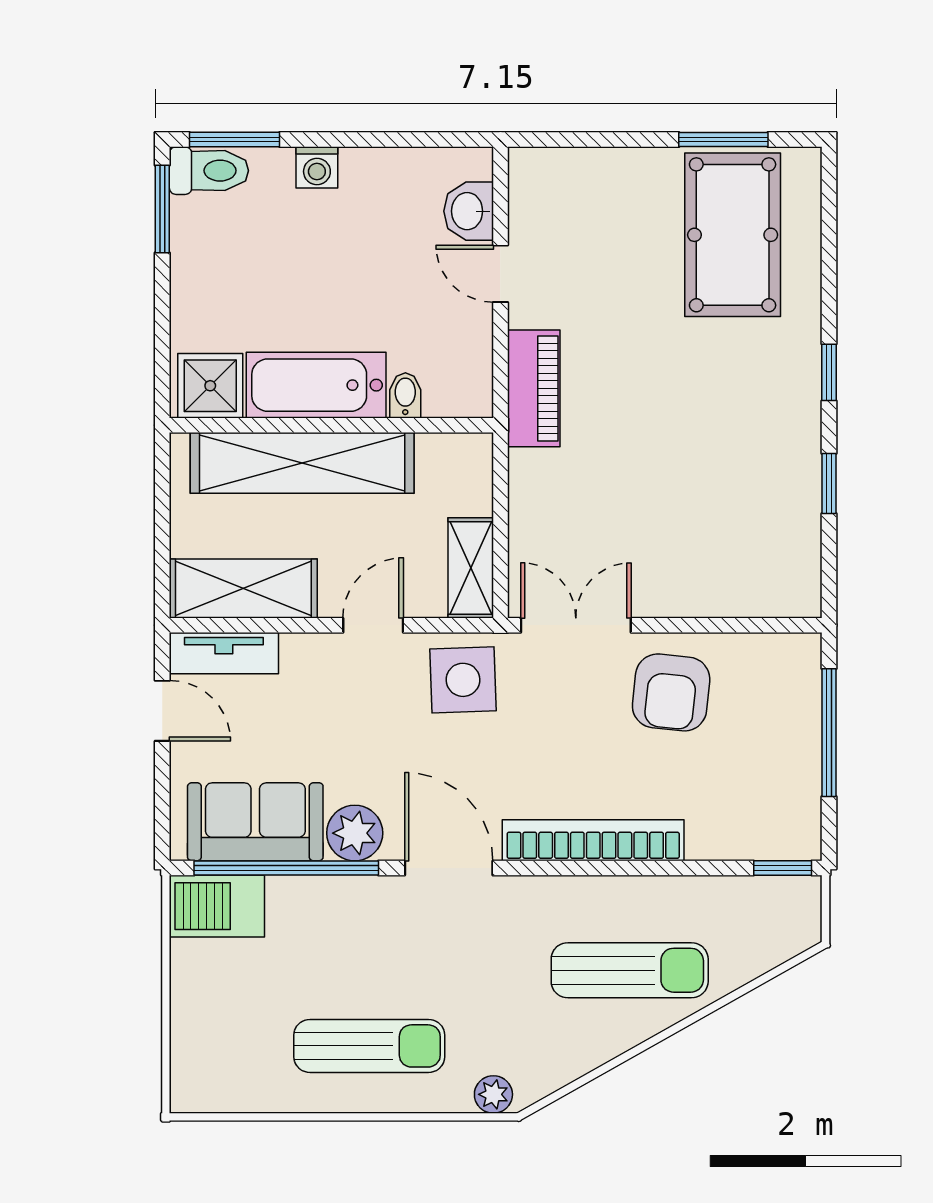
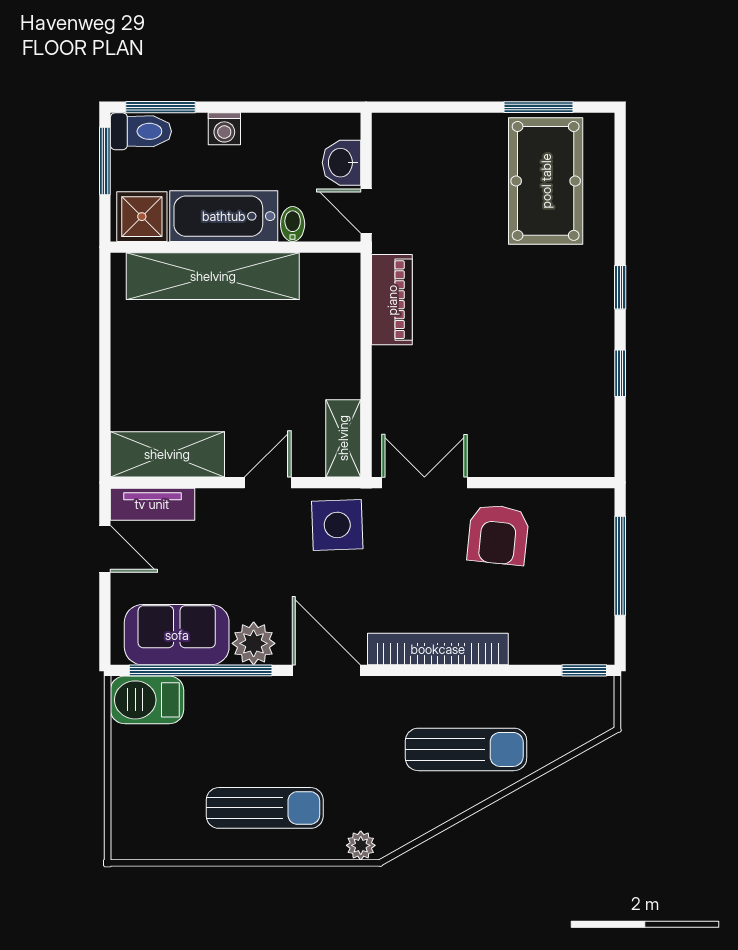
bathtub: (316, 385) -> (224, 216), moved
shower: (210, 386) -> (142, 217), moved
bidet: (405, 395) -> (293, 224), moved
wall: (331, 425) -> (236, 247), moved
shelving: (302, 463) -> (213, 276), moved

